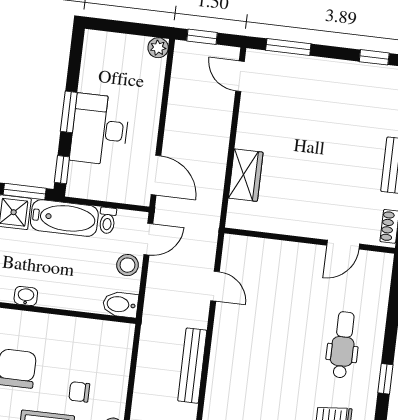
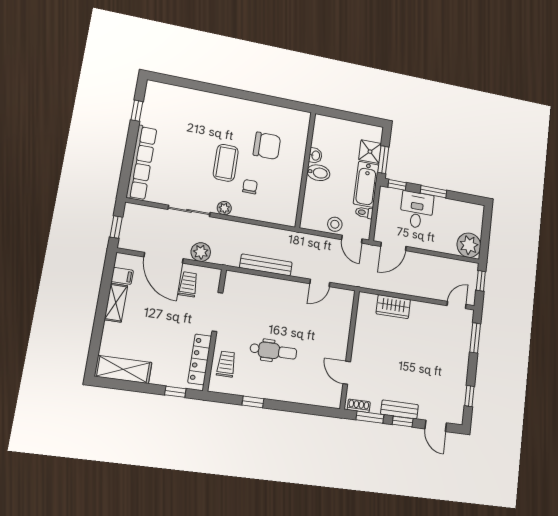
plant: (158, 48) -> (469, 245), width x1.88, depth x1.88
desk: (100, 129) -> (417, 210), width x0.73
bidet: (120, 304) -> (318, 173), moved, turned 90
dental chair: (343, 345) -> (273, 351), moved

